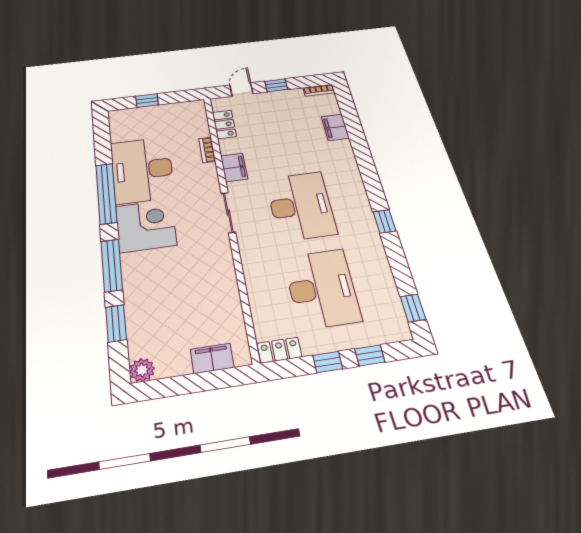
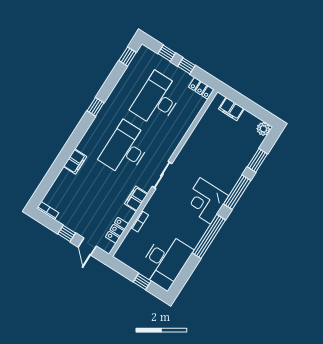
door: (241, 89) -> (87, 247), hinge flipped
filing cabinet: (335, 127) -> (75, 162), moved
desk: (142, 170) -> (165, 261), moved

